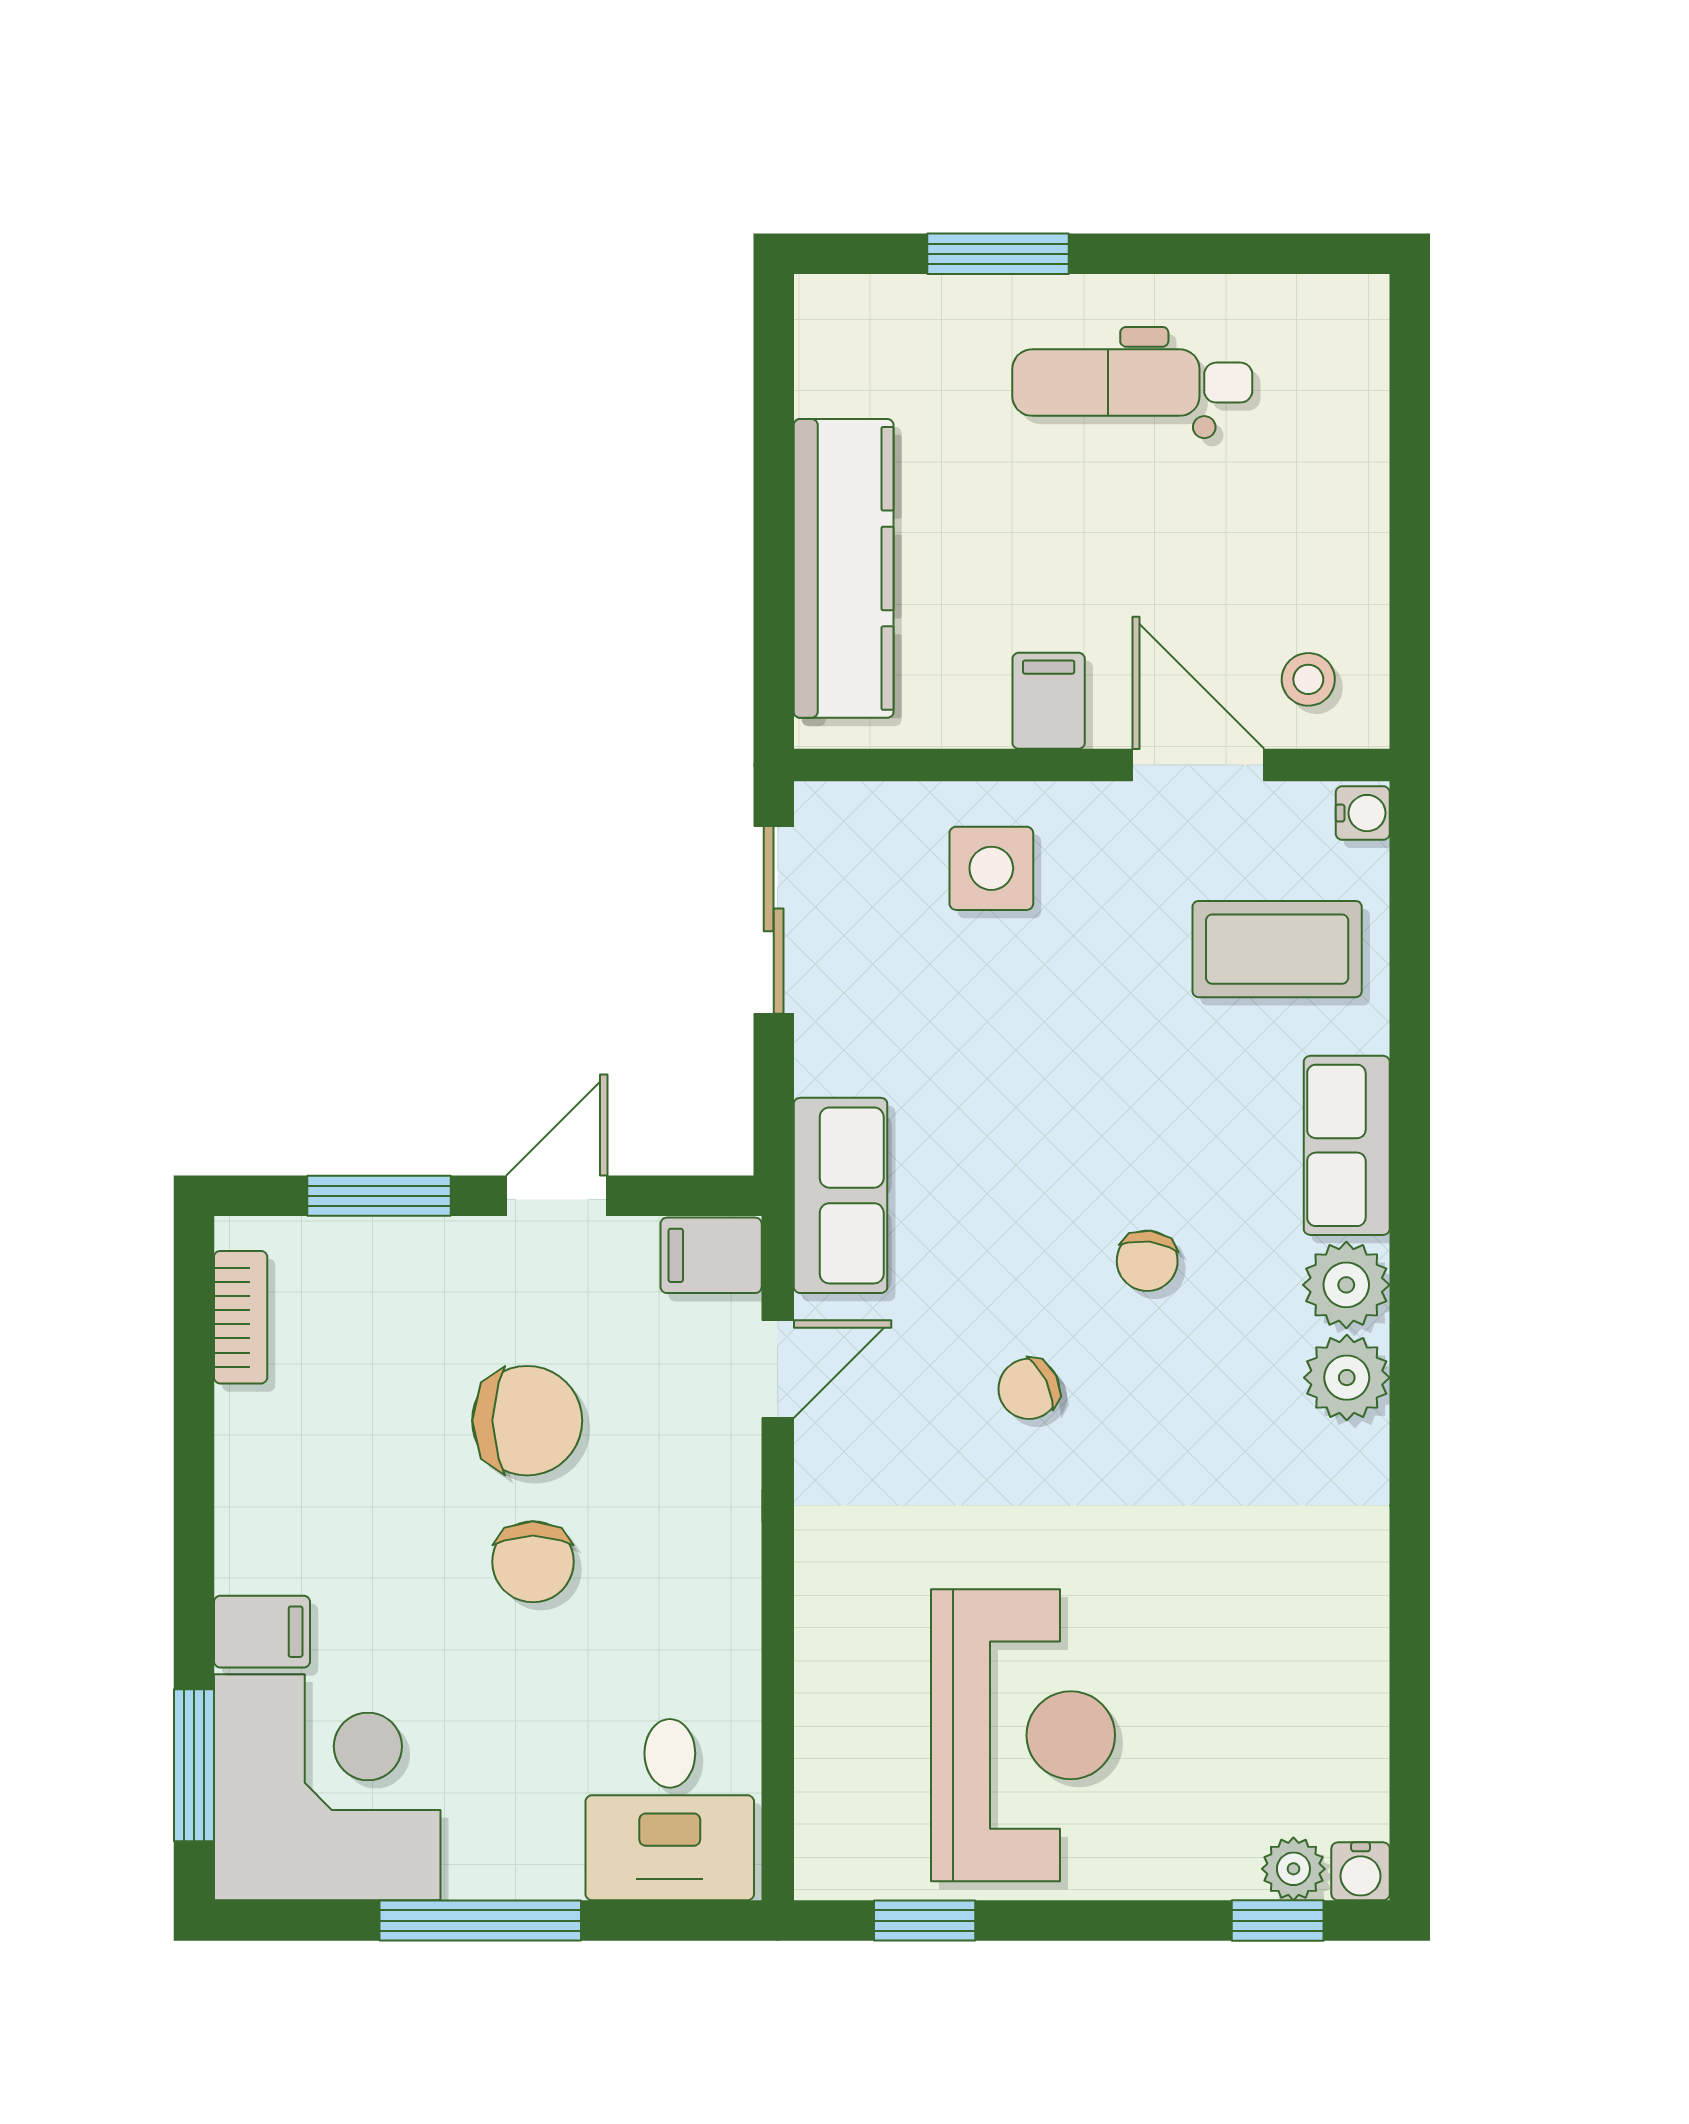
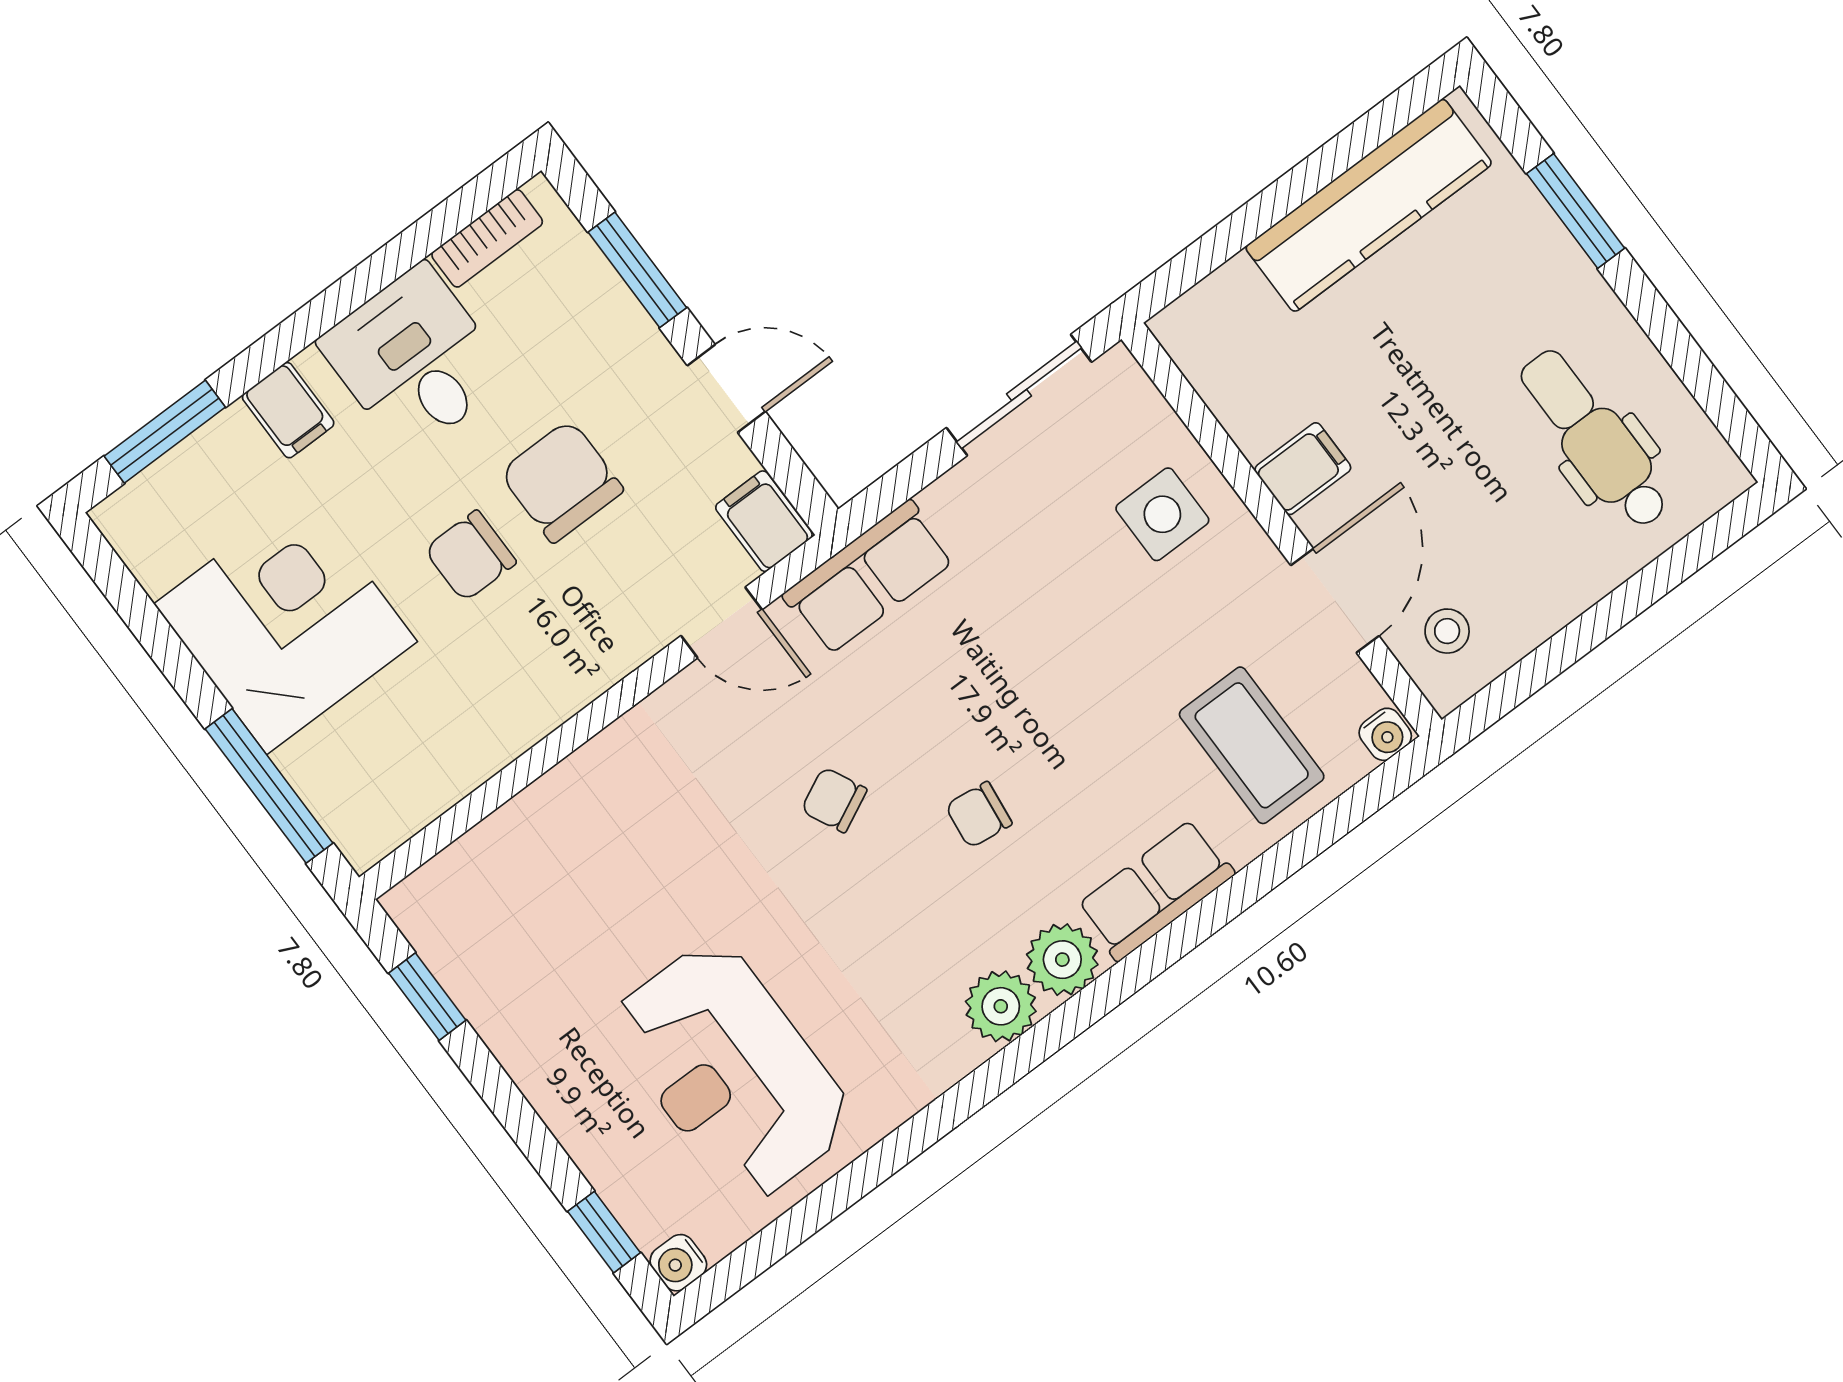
dental chair: (1132, 383) -> (1595, 439), moved
kitchen counter: (844, 568) -> (1369, 205), moved
chair: (527, 1421) -> (562, 481), turned 180
reception desk: (1023, 1735) -> (731, 1071), moved, turned 90
corner desk: (327, 1787) -> (286, 623), moved, turned -90
desk: (670, 1810) -> (415, 360), moved, turned 90
plant: (1293, 1869) -> (646, 1217), removed
window: (480, 1921) -> (269, 786), moved

